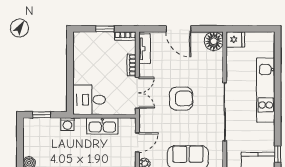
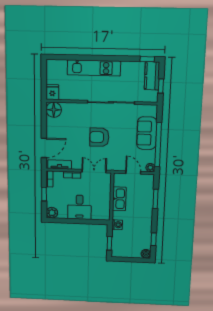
door: (178, 29) -> (44, 148), moved
plant: (80, 39) -> (52, 213), added
armchair: (181, 99) -> (99, 137), turned -89
desk: (89, 100) -> (79, 207), moved

